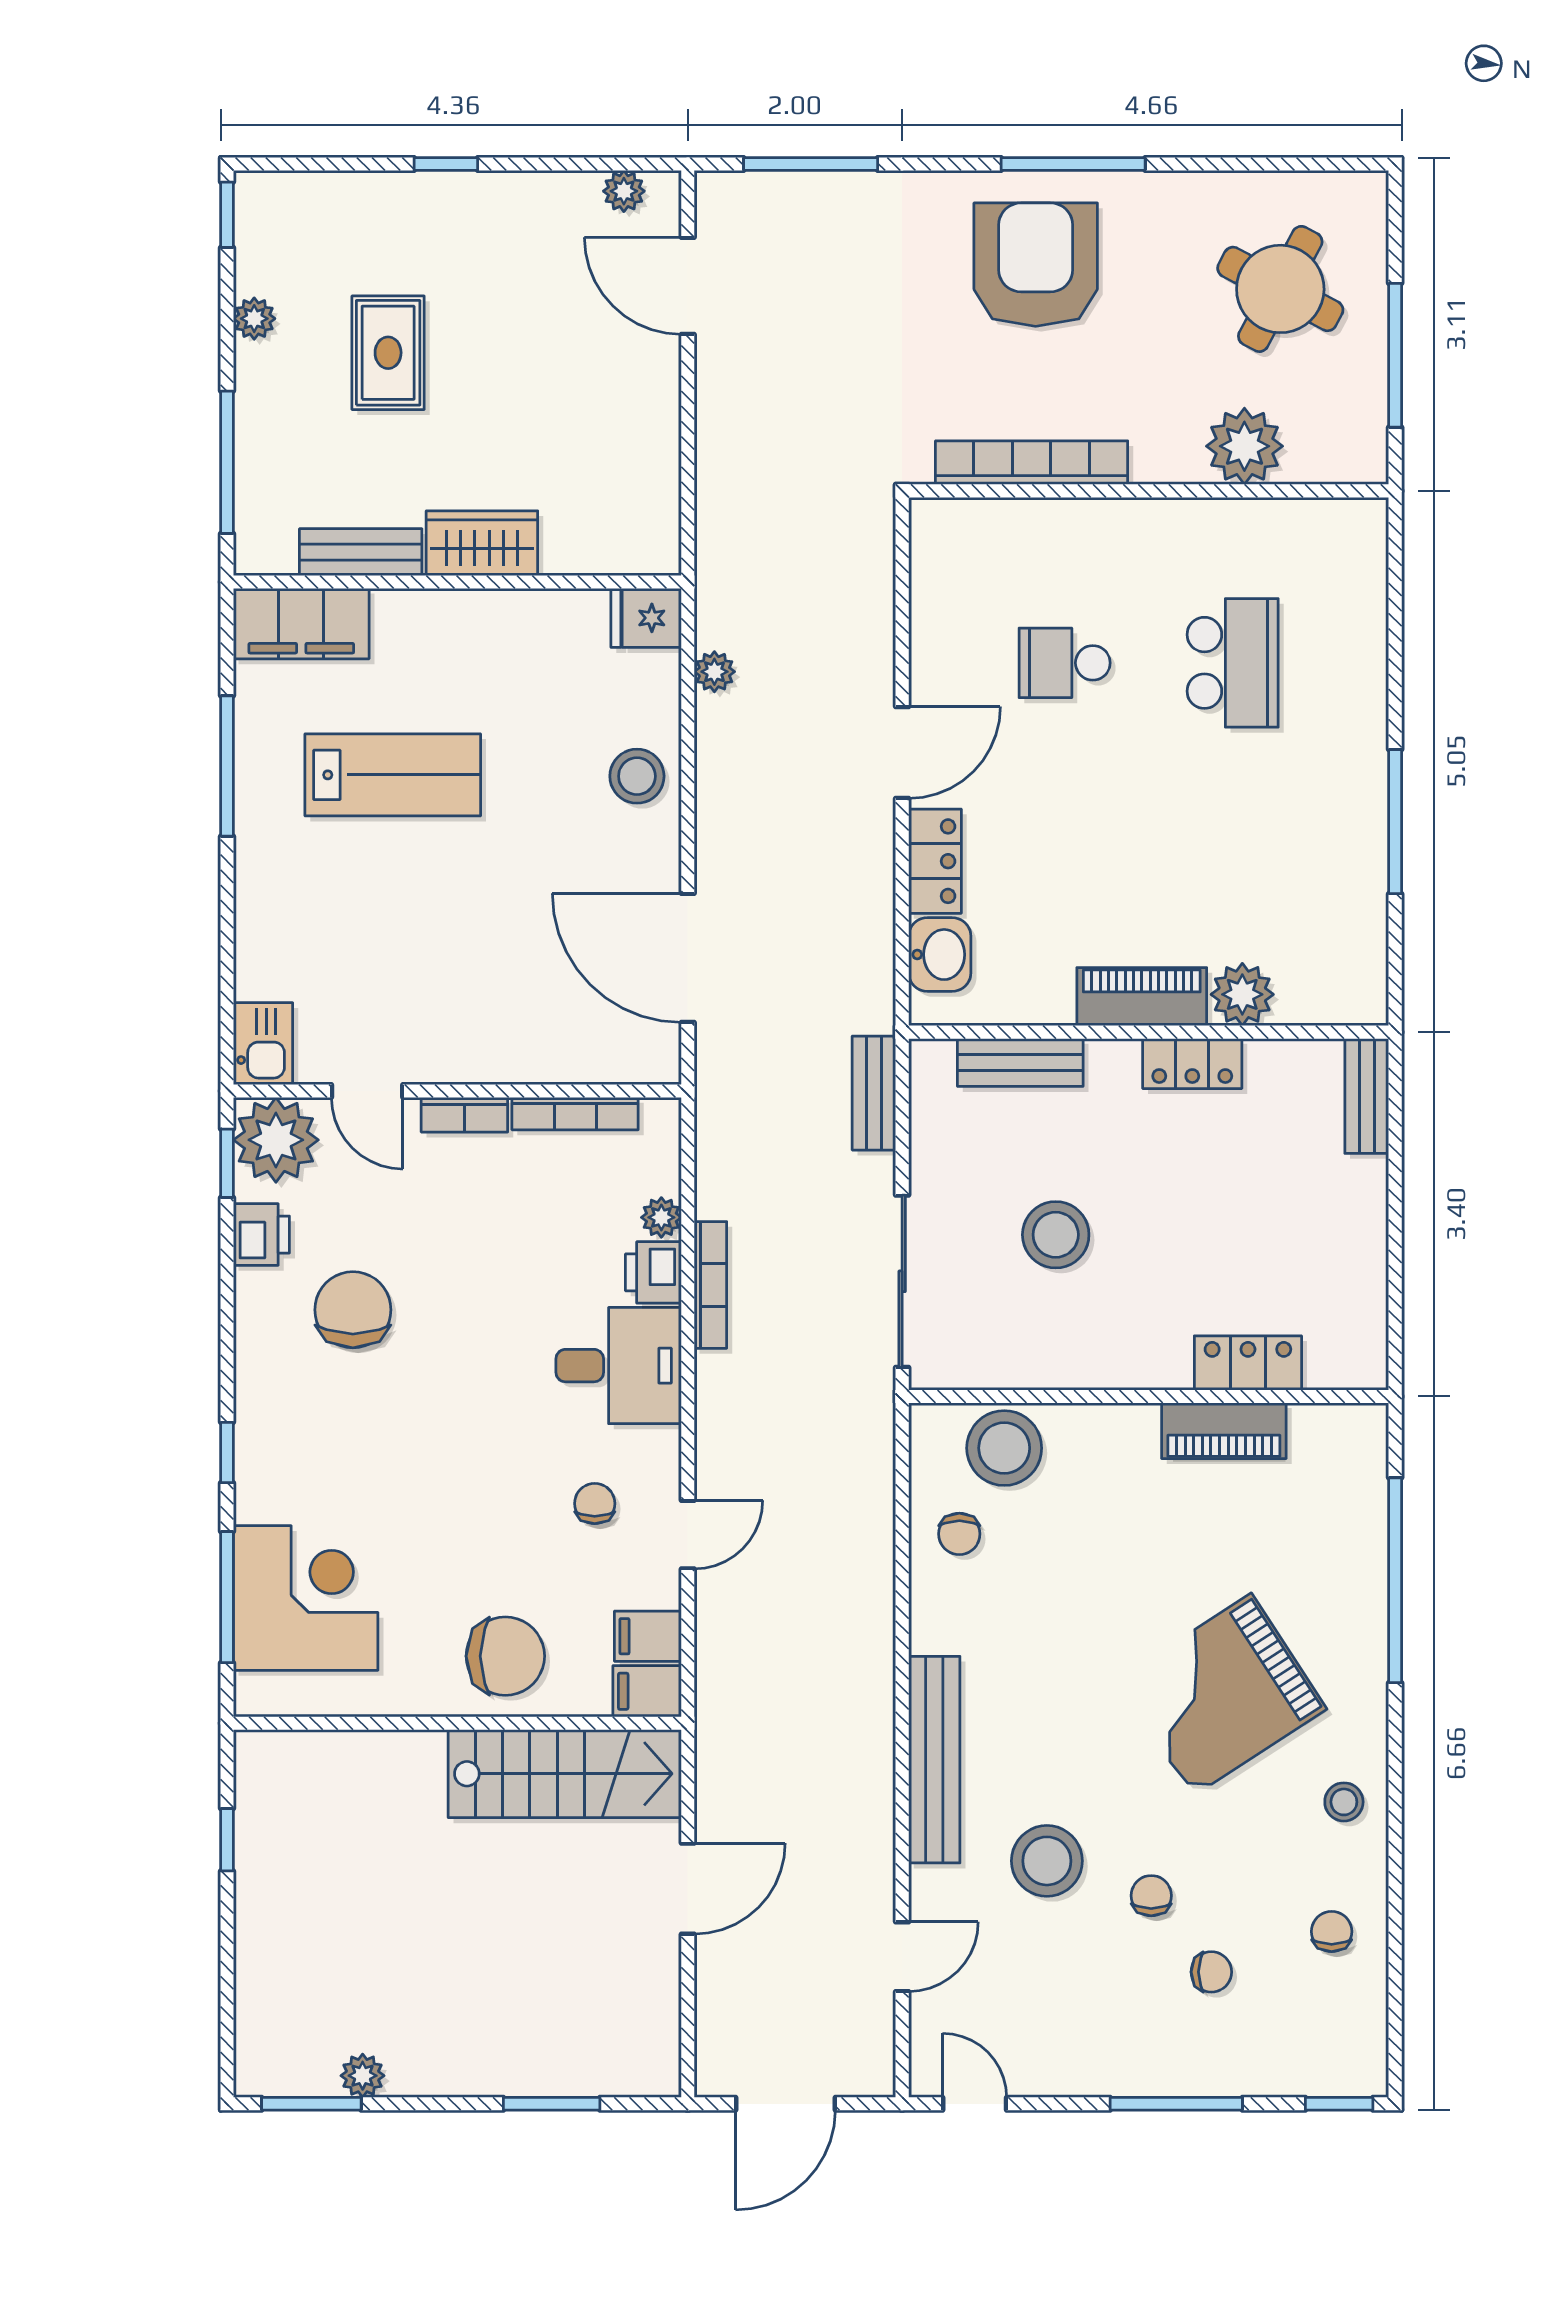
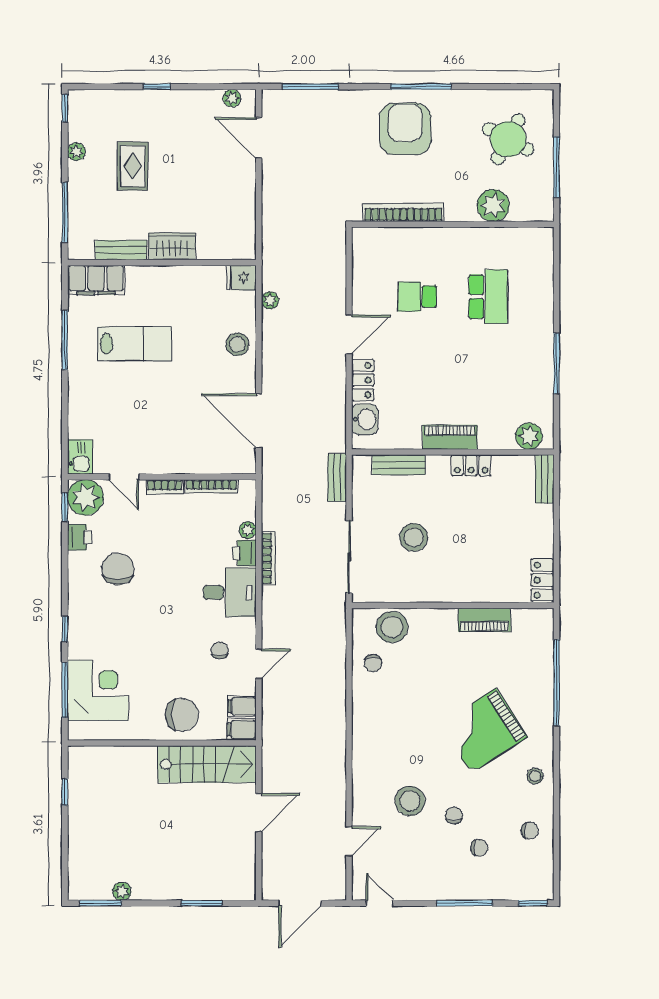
plant: (1242, 994) -> (529, 436), moved
locker: (1248, 1363) -> (542, 580), moved, turned -90
bench: (934, 1760) -> (363, 758), removed
chair: (1332, 1931) -> (530, 831), turned 90

